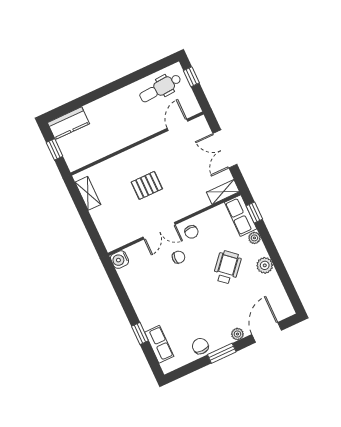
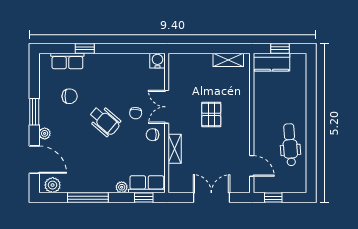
window: (191, 77) -> (273, 198), moved
dental chair: (160, 88) -> (290, 145), moved
kitchen counter: (68, 123) -> (271, 62), moved, turned -90
shelving: (223, 192) -> (175, 149), moved
plant: (265, 265) -> (53, 185), moved
window: (279, 265) -> (88, 198), added
wheelchair: (227, 267) -> (104, 121), moved
chair: (200, 346) -> (70, 96), moved

